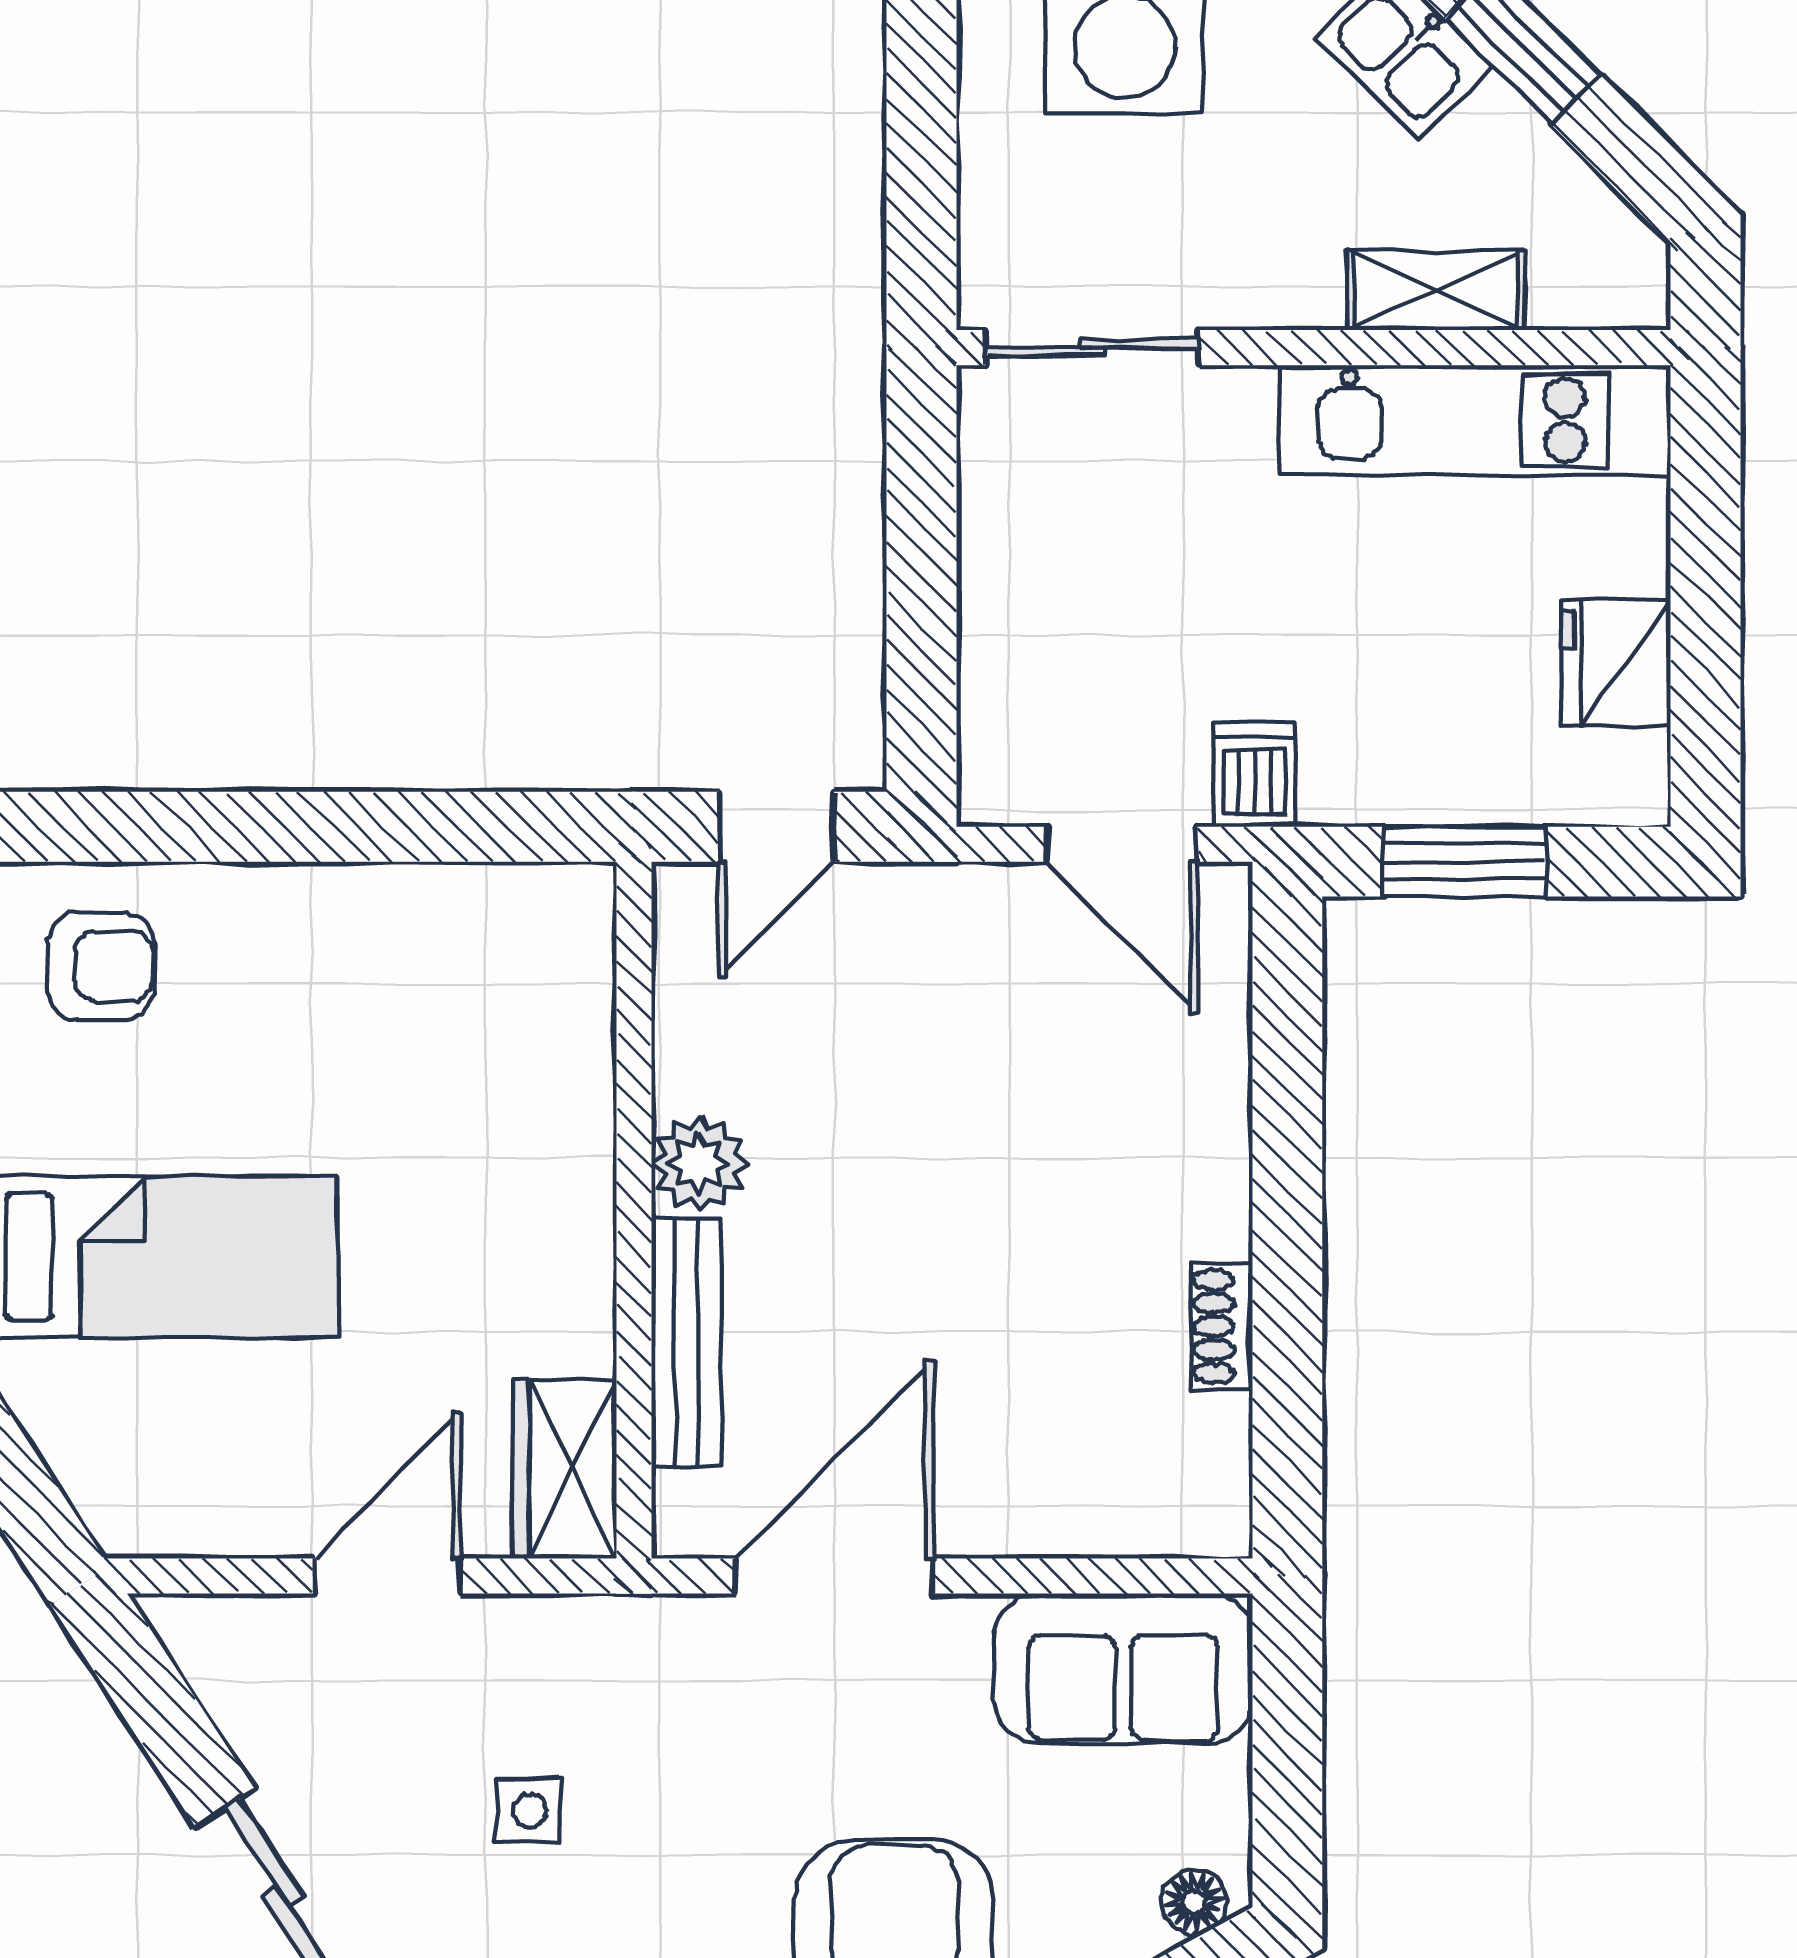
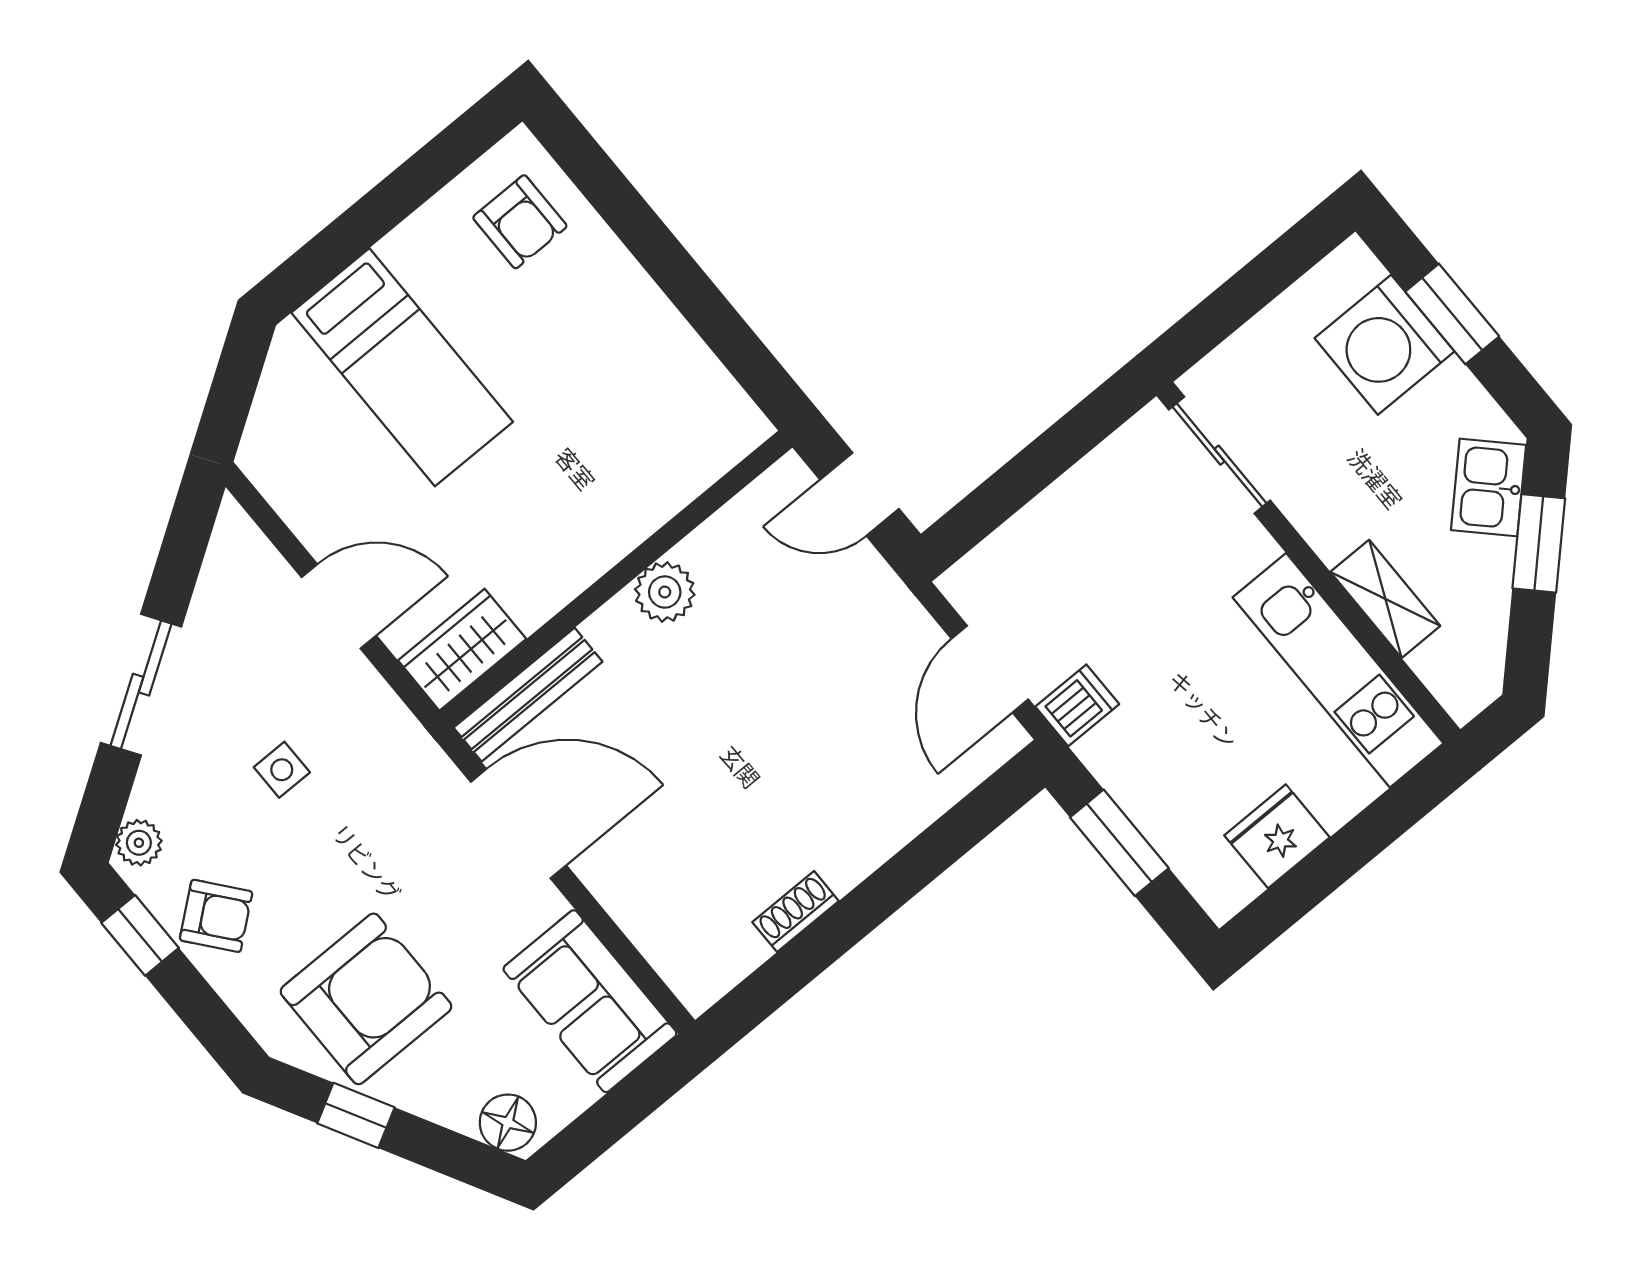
bench: (686, 1343) -> (528, 695), moved
floor lamp: (1194, 1902) -> (508, 1123), width x1.37, depth x1.37

